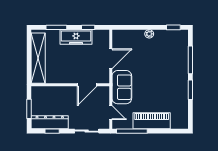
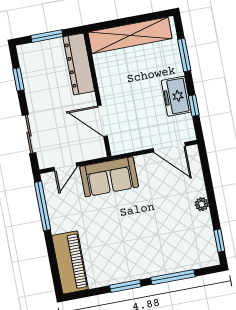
freezer: (76, 37) -> (176, 96), width x0.71
door: (111, 59) -> (169, 147), moved
piano: (152, 121) -> (70, 262), moved
dresser: (50, 122) -> (79, 64), moved, turned 180

